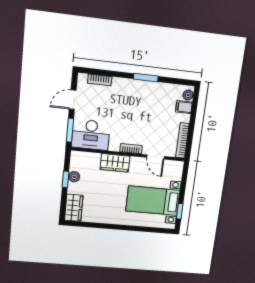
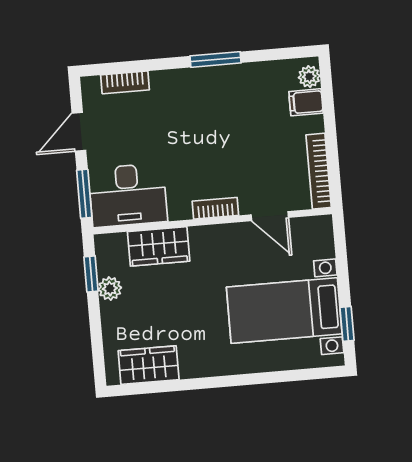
wardrobe: (115, 163) -> (159, 246), moved
window: (66, 179) -> (91, 274), moved
wardrobe: (74, 208) -> (149, 365), moved, turned -90

